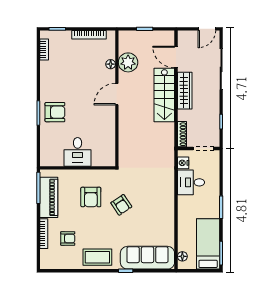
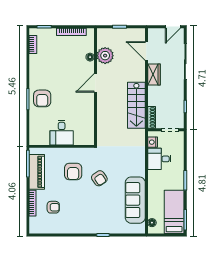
wardrobe: (185, 91) -> (154, 75), width x0.67
stairs: (164, 95) -> (136, 105), moved
armchair: (55, 112) -> (42, 98), turned 90
coffee table: (97, 257) -> (79, 223), removed
sofa: (147, 258) -> (135, 200), moved, turned -90

